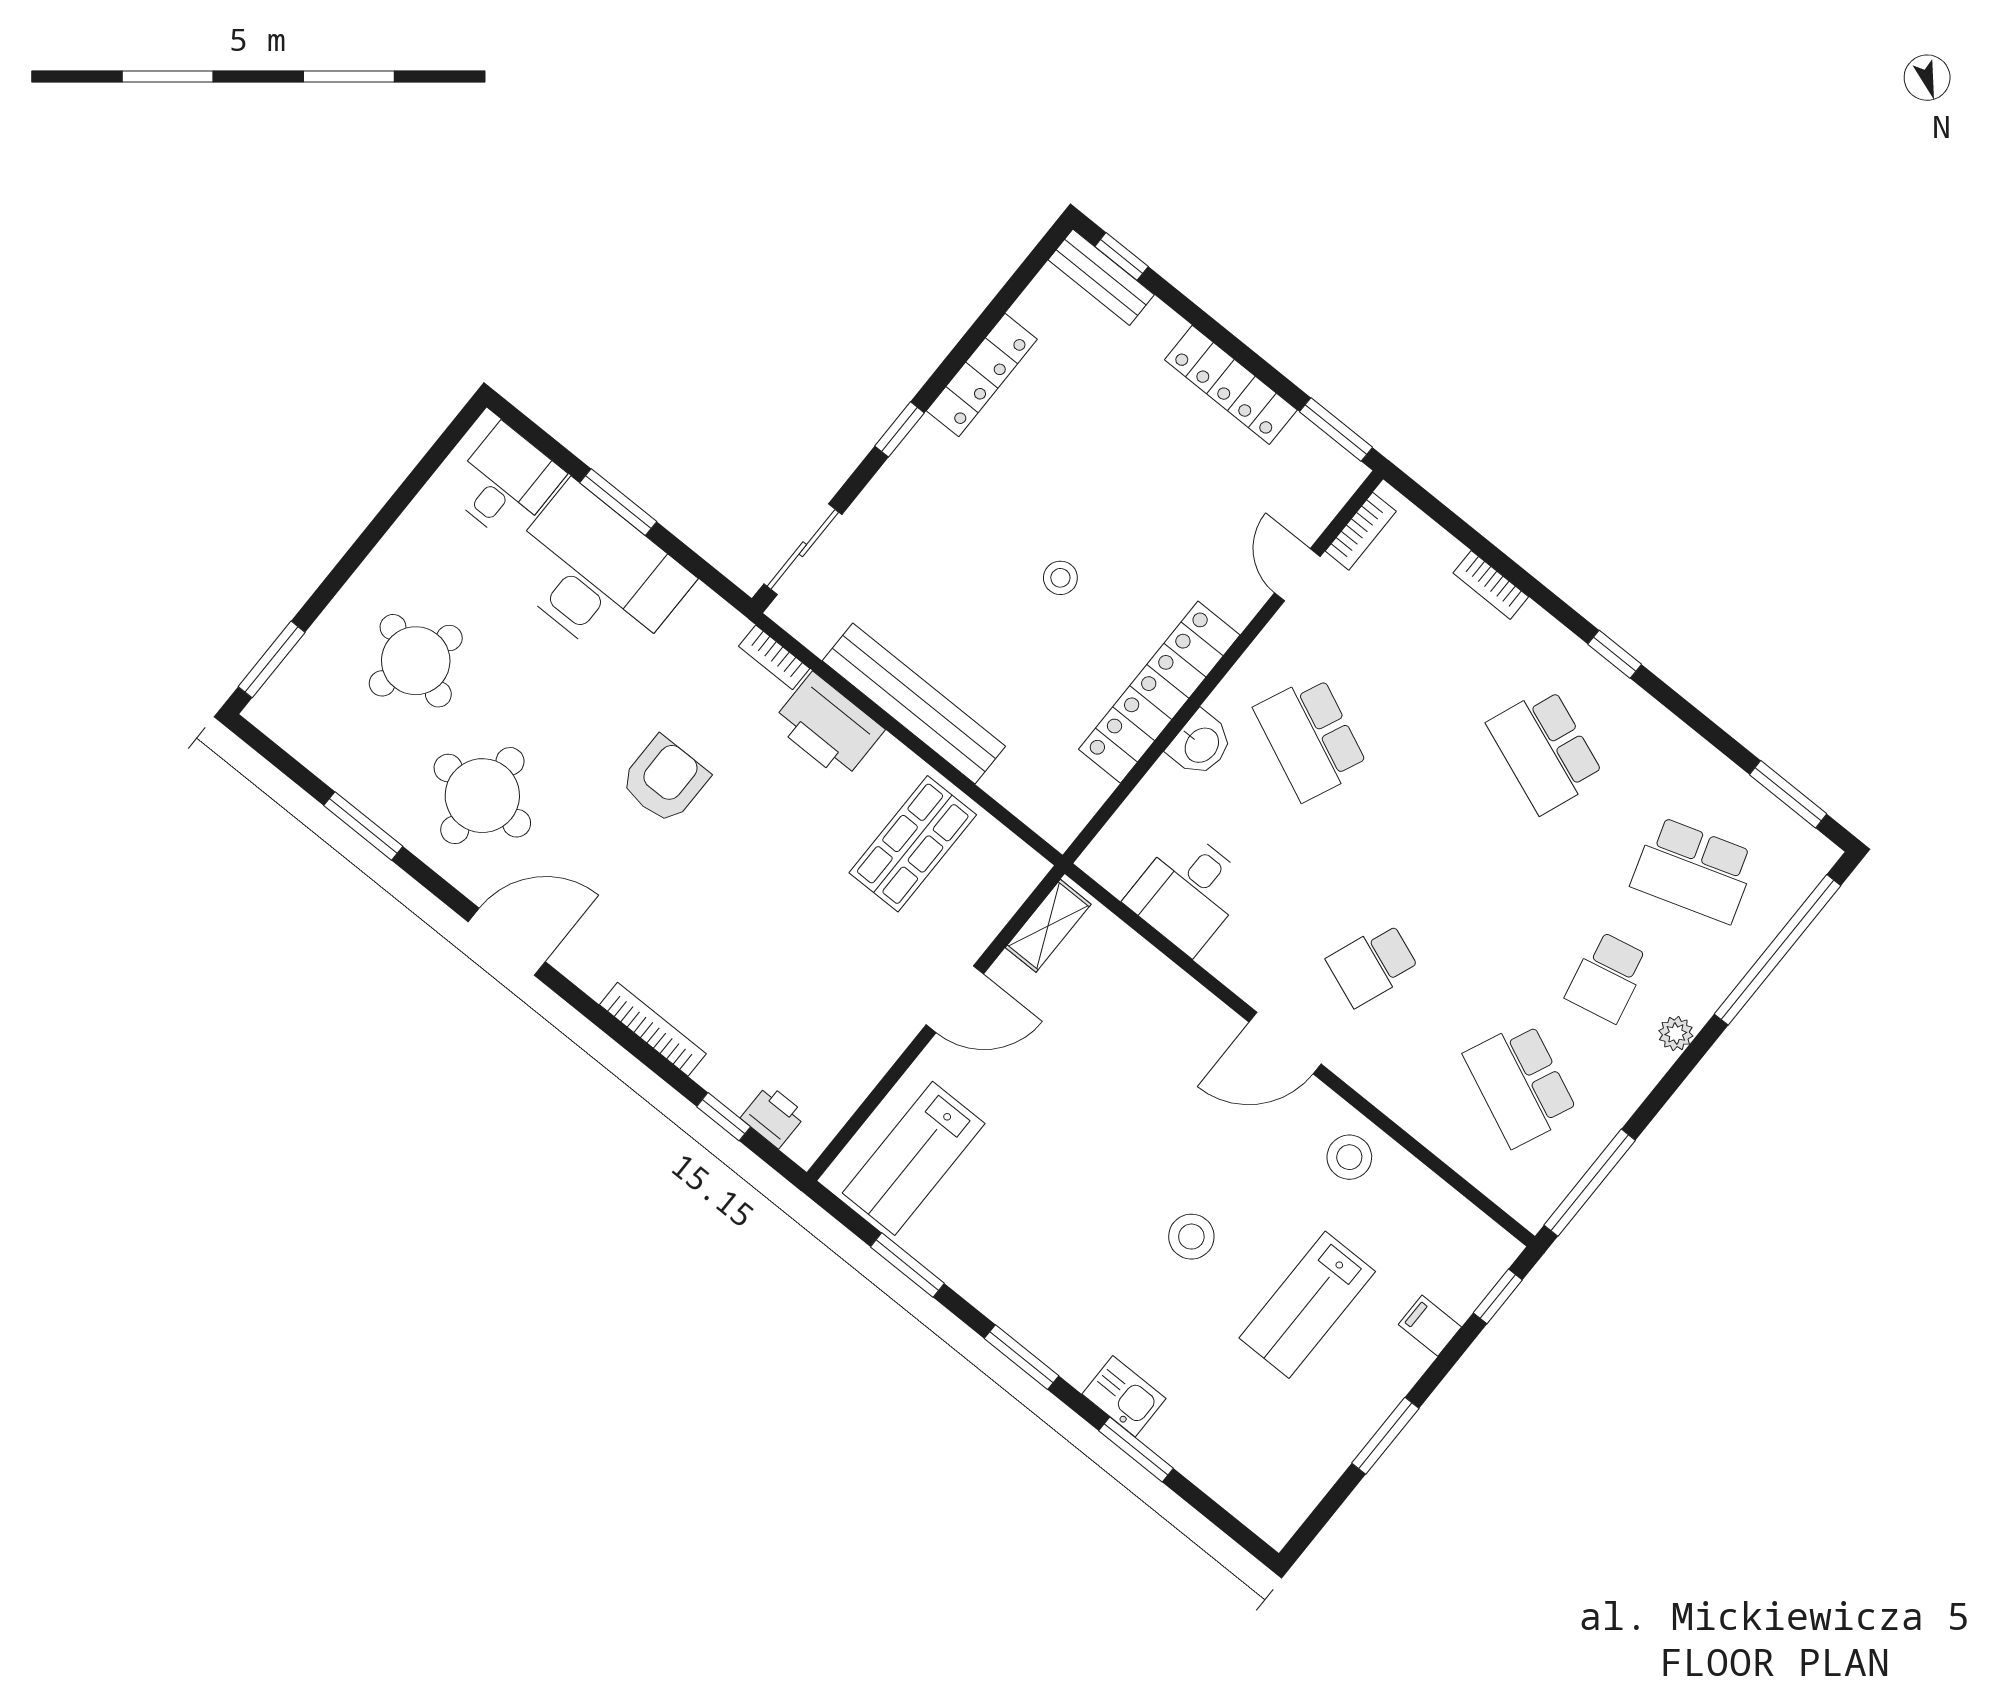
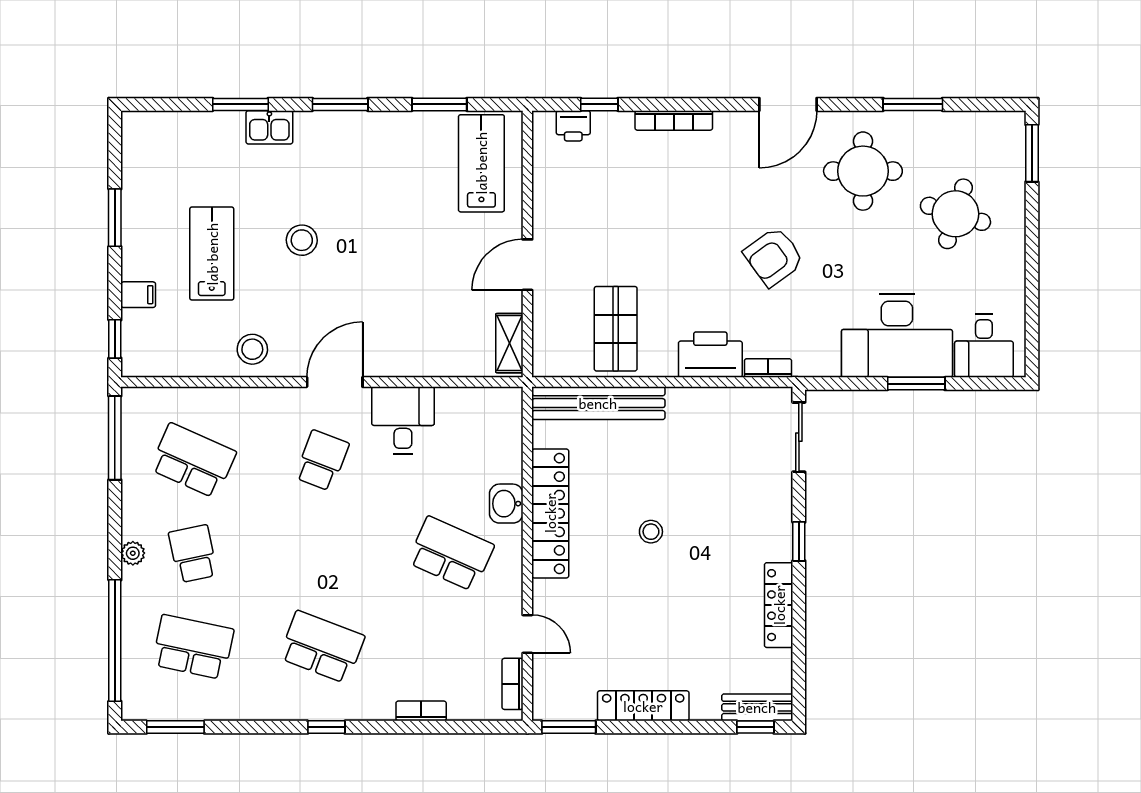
bench: (914, 703) -> (598, 403), moved
armchair: (664, 780) -> (774, 257), turned 54
school desk: (1694, 870) -> (193, 647), turned 30
desk: (1188, 892) -> (403, 420), moved

